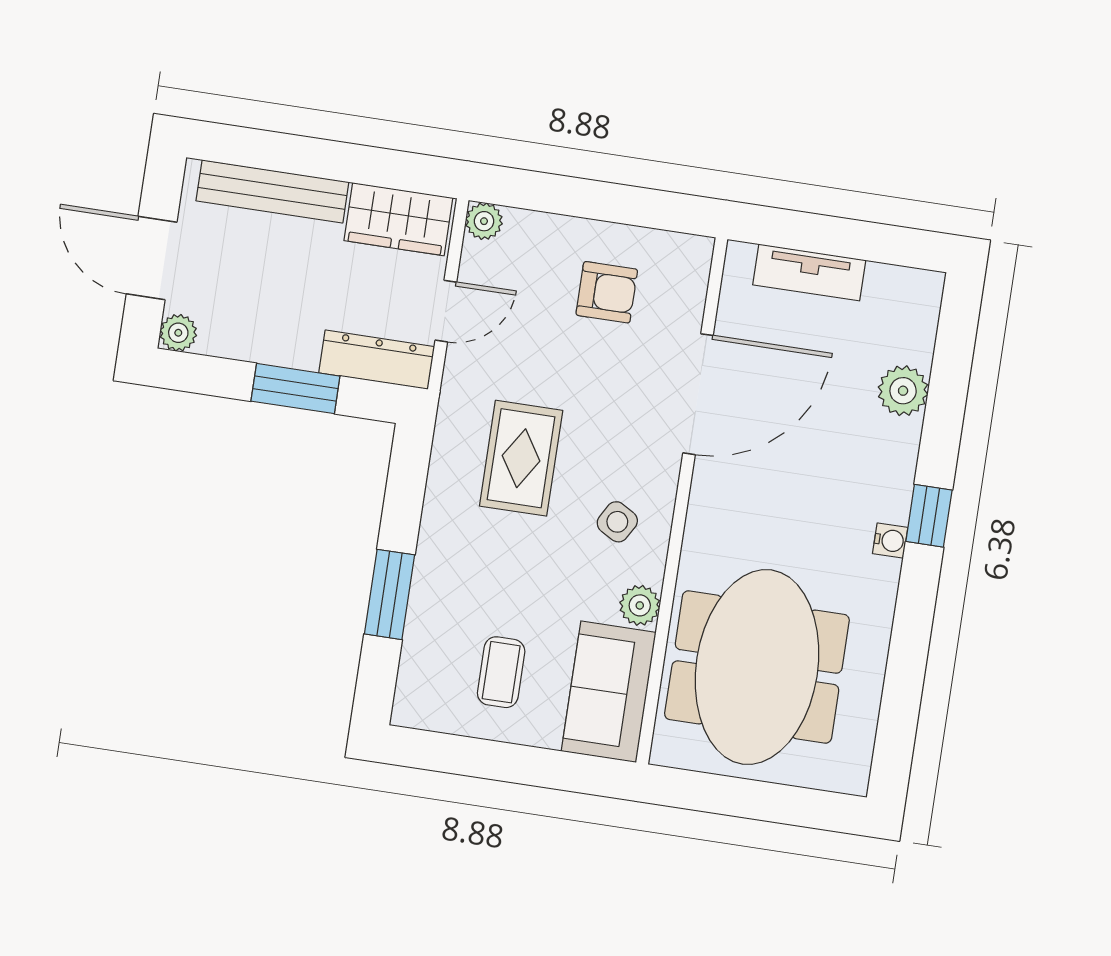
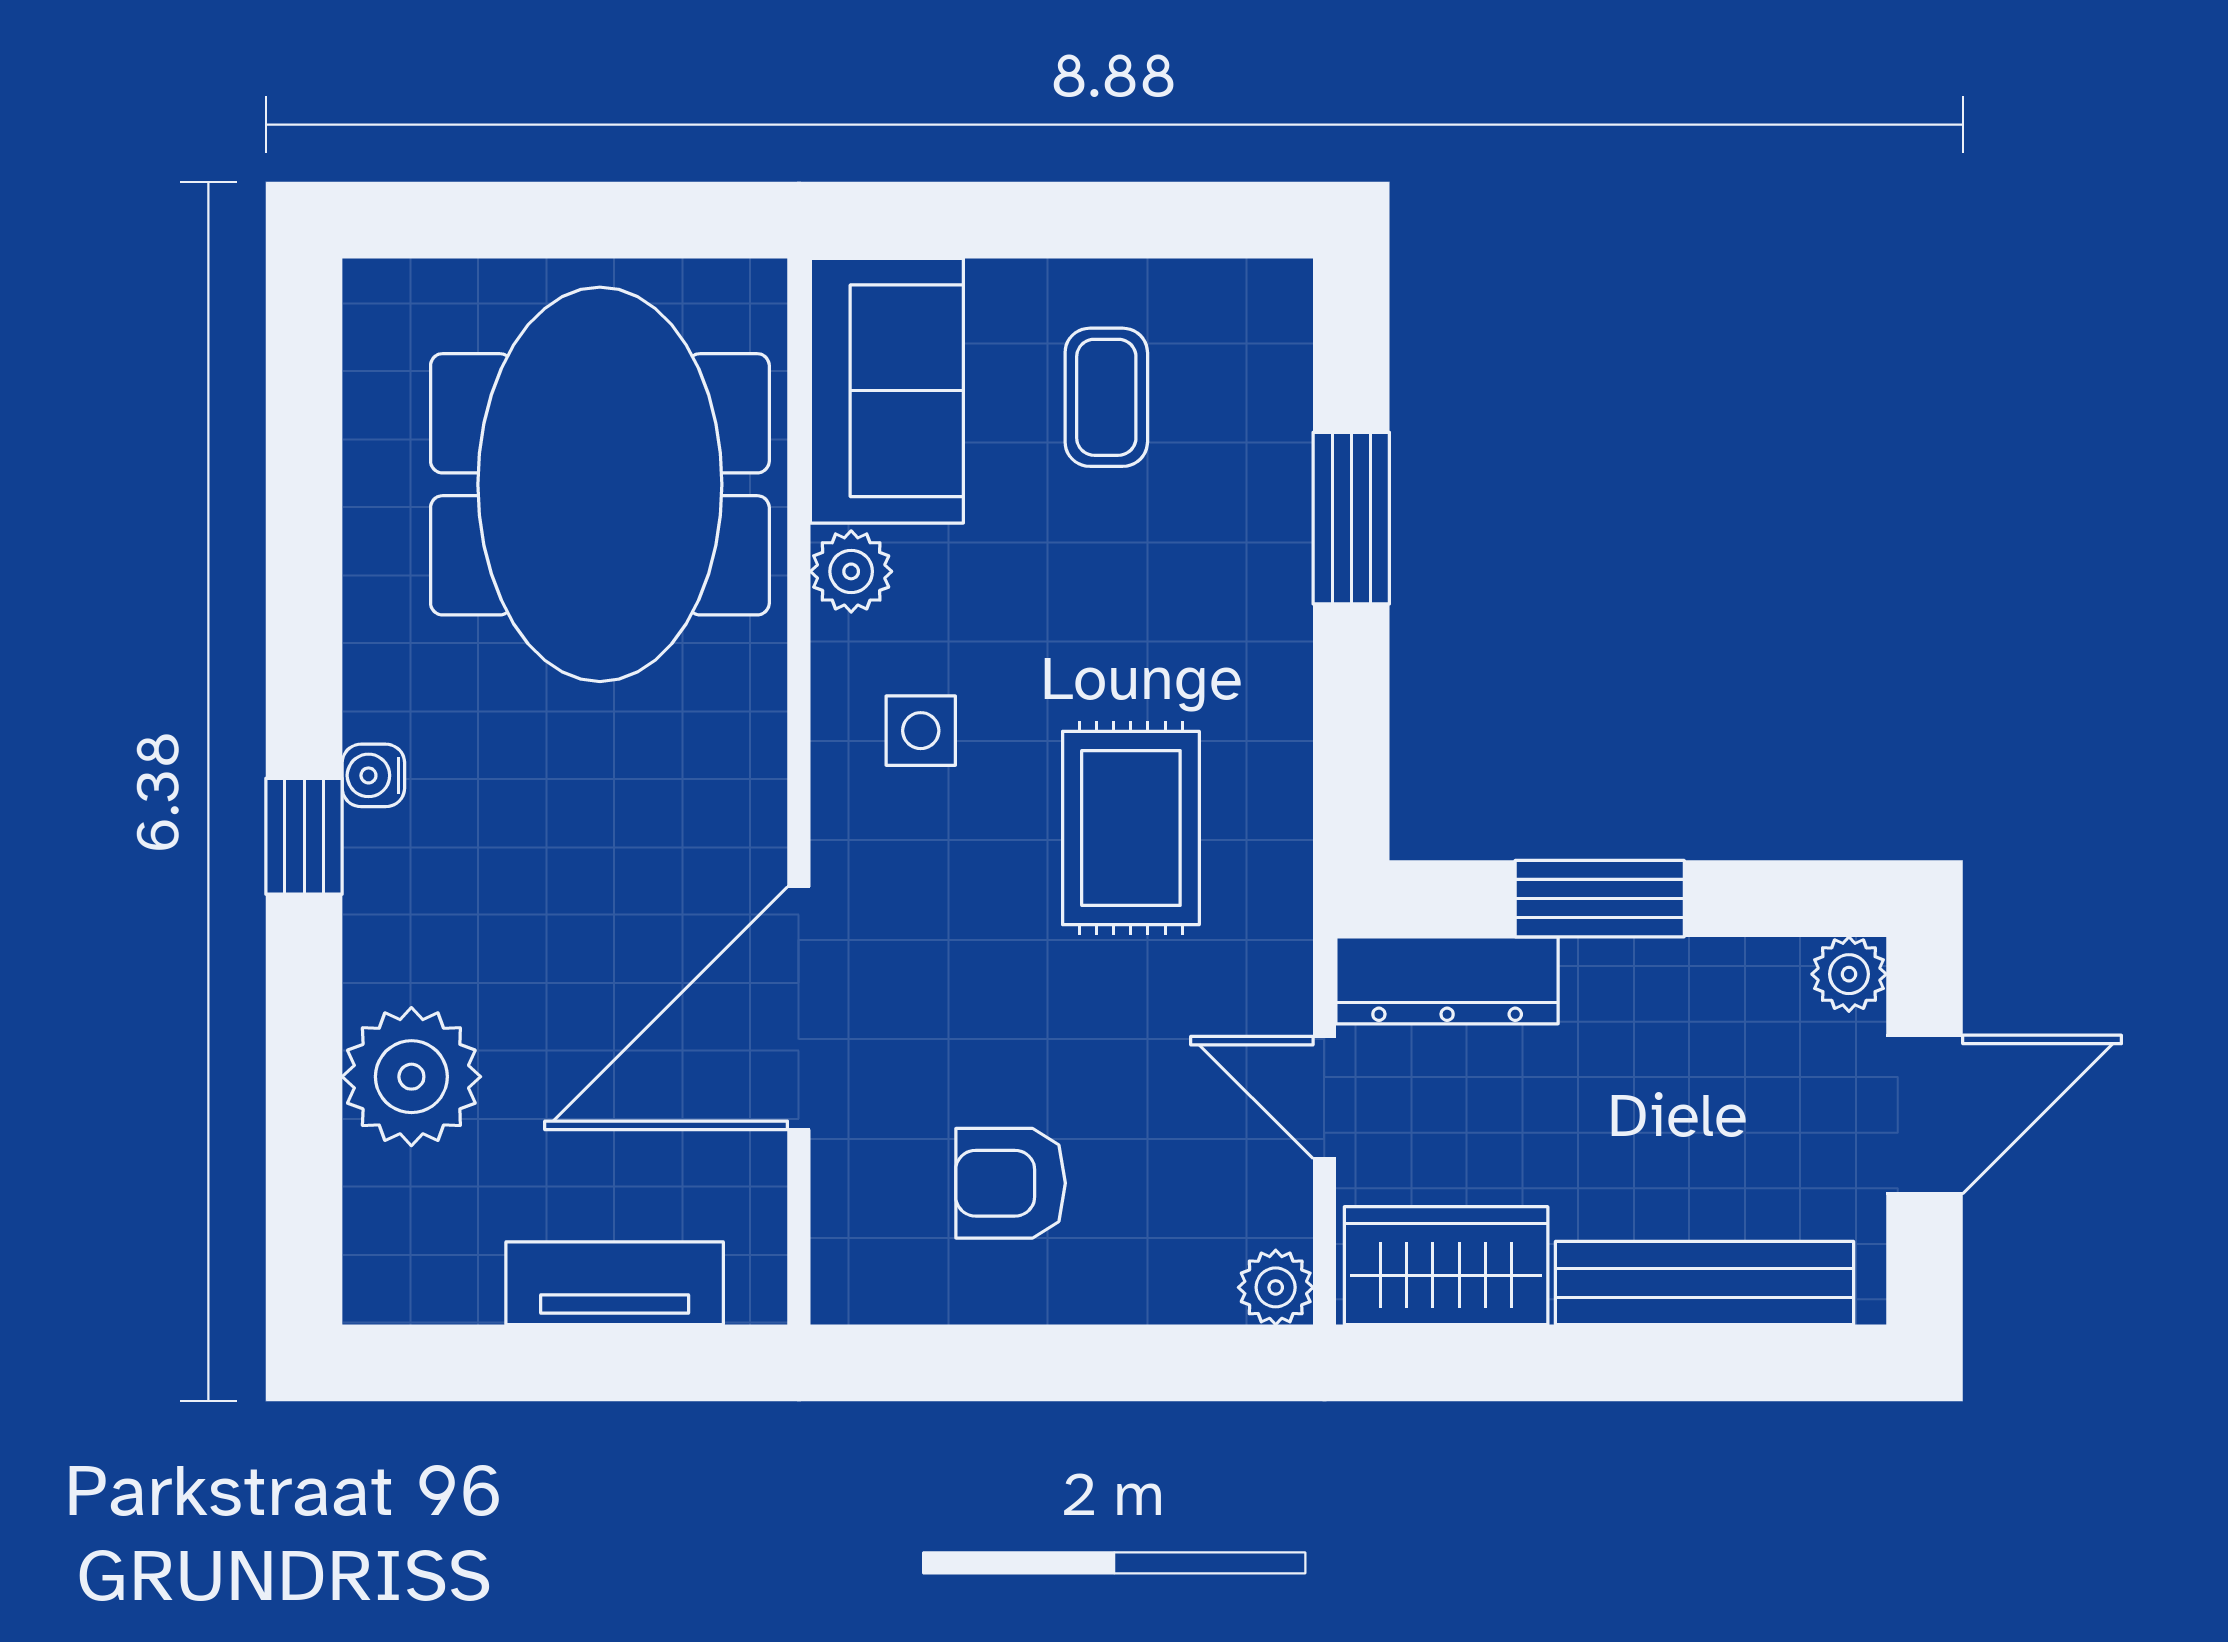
door: (152, 258) -> (1925, 1115), hinge flipped
door: (446, 311) -> (1324, 1097), hinge flipped
plant: (903, 391) -> (411, 1077), width x1.36, depth x1.36
side table: (617, 522) -> (921, 731), turned -30

